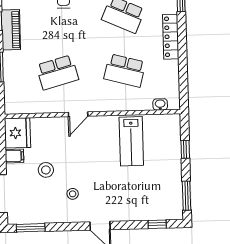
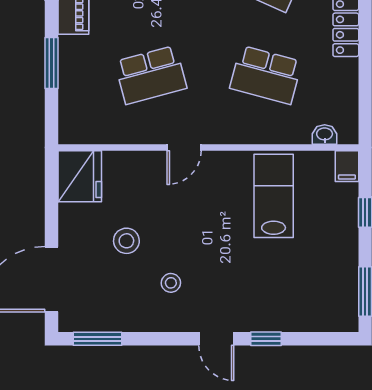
lab bench: (131, 141) -> (274, 196), turned 180
filing cabinet: (14, 156) -> (347, 166), moved, turned 90
window: (157, 224) -> (266, 339), moved

